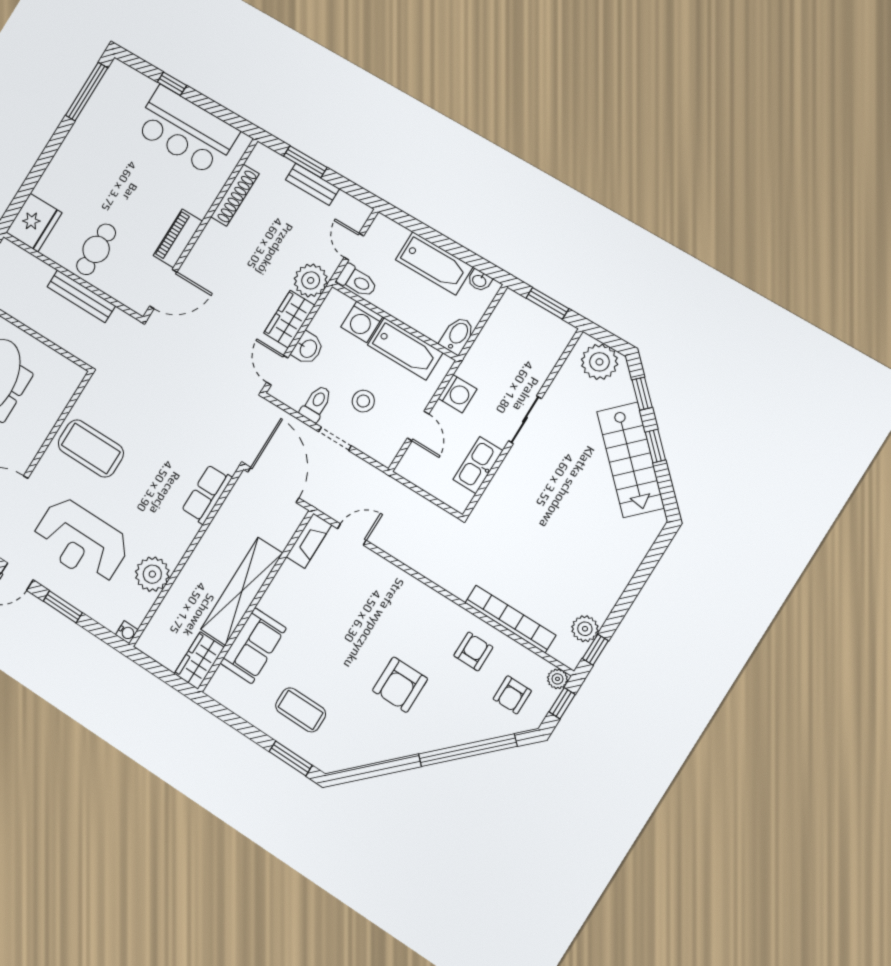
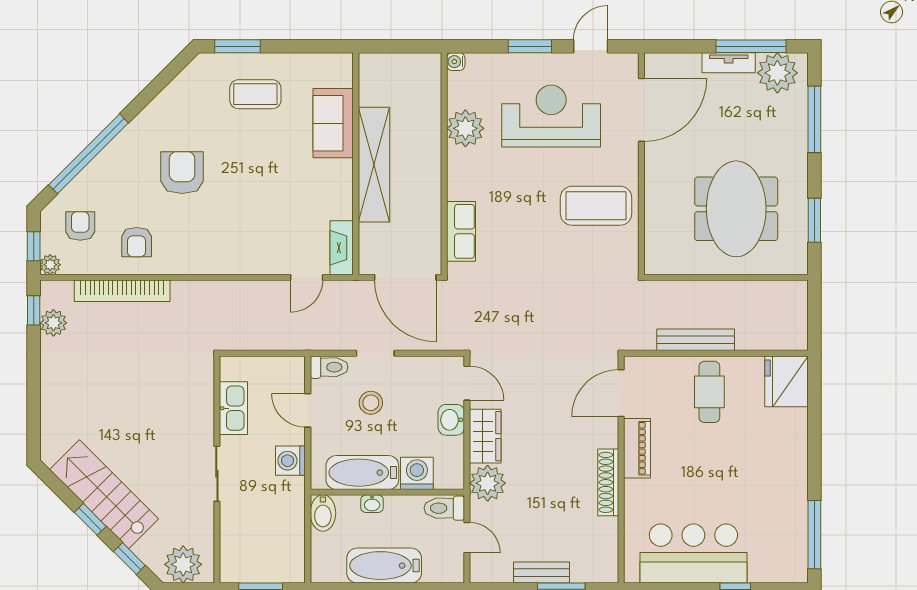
shoe rack: (235, 195) -> (608, 482), moved
washbasin: (479, 281) -> (372, 504), moved, turned 180
toilet: (316, 404) -> (329, 367), moved, turned -90
wardrobe: (199, 661) -> (374, 79), removed

